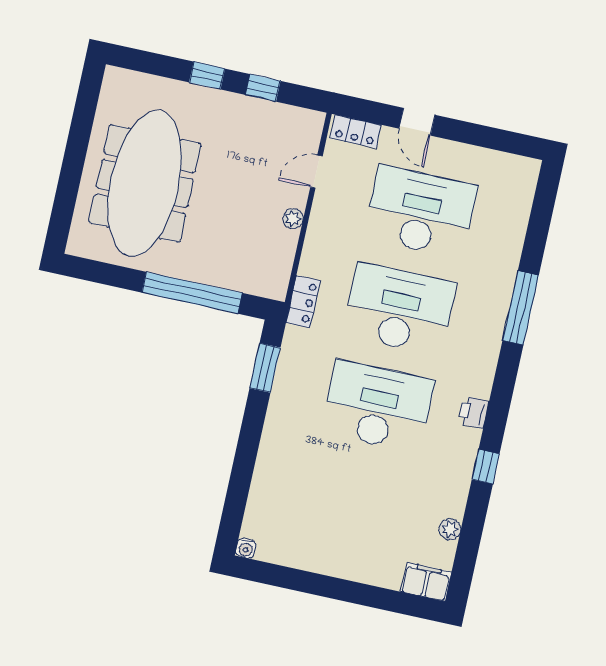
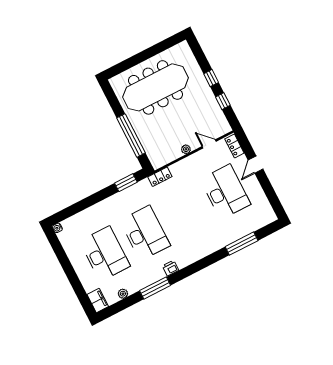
window: (521, 308) -> (242, 244), moved
desk: (399, 309) -> (105, 254), moved
window: (486, 467) -> (155, 288), width x2.17

